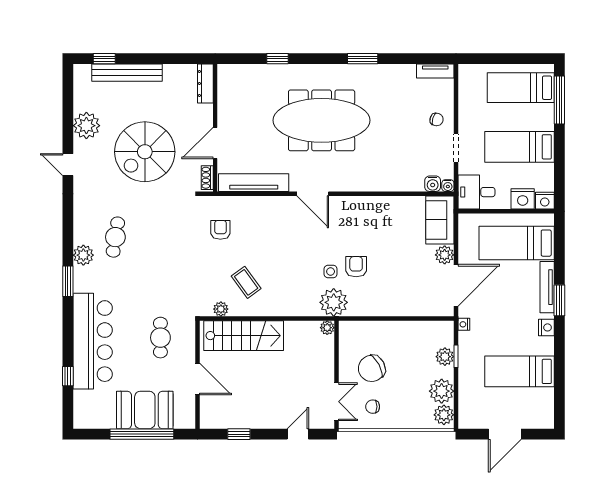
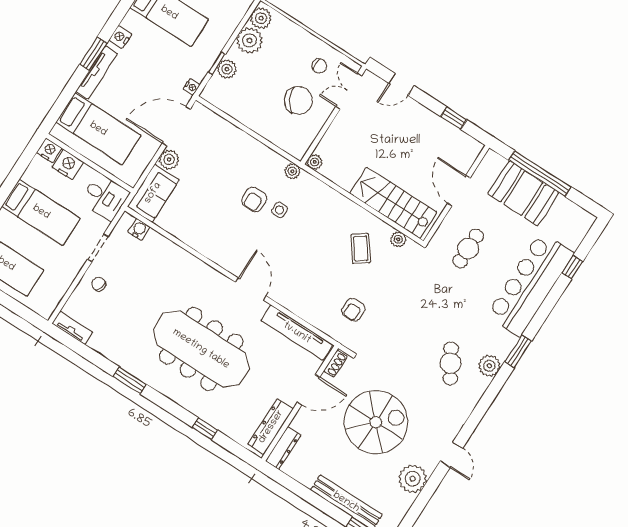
dresser: (226, 94) -> (271, 427), added
water cooler: (448, 186) -> (127, 219), removed
cafe table: (115, 237) -> (451, 363), turned -40
plant: (334, 302) -> (292, 171), width x0.53, depth x0.53

